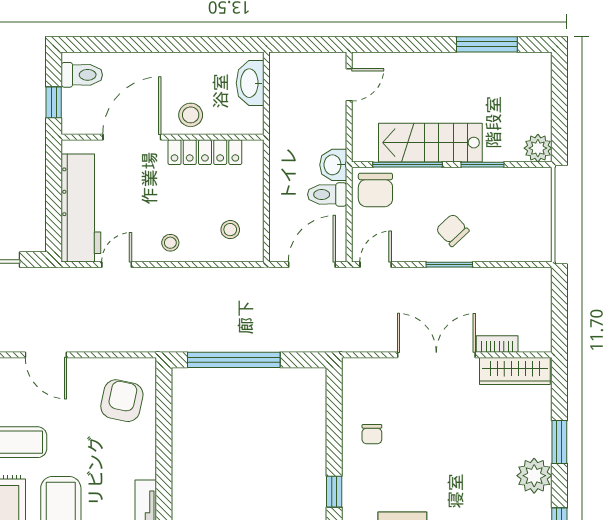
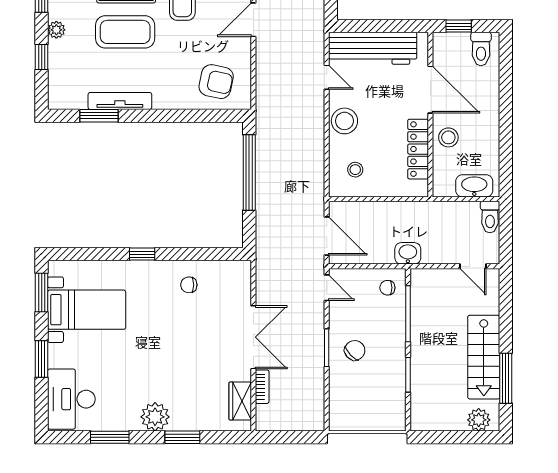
stairs: (430, 143) -> (484, 357), moved, turned 180
plant: (538, 148) -> (479, 420), moved
chair: (375, 190) -> (387, 288), width x0.54, depth x0.54
toilet: (327, 194) -> (490, 217), moved, turned 180
stool: (170, 243) -> (344, 121), width x1.89, depth x1.89
wardrobe: (515, 371) -> (240, 401), width x0.67

